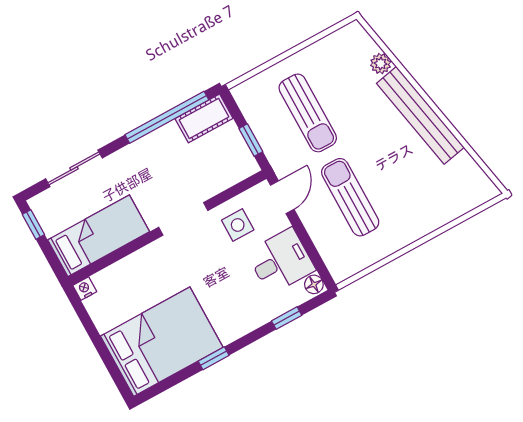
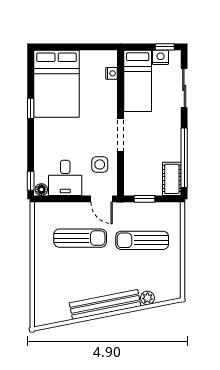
nightstand: (50, 222) -> (161, 57), added
nightstand: (85, 289) -> (112, 73), moved
window: (287, 318) -> (31, 181), moved

